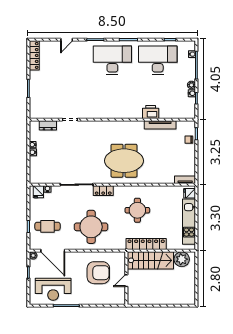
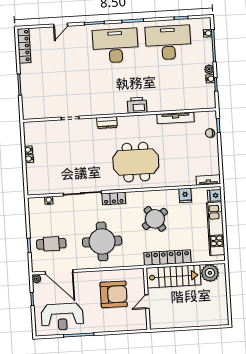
printer: (151, 112) -> (137, 105), moved
dresser: (48, 125) -> (107, 123), moved
fridge: (38, 192) -> (185, 195), moved
round table: (137, 210) -> (155, 219), turned -35

